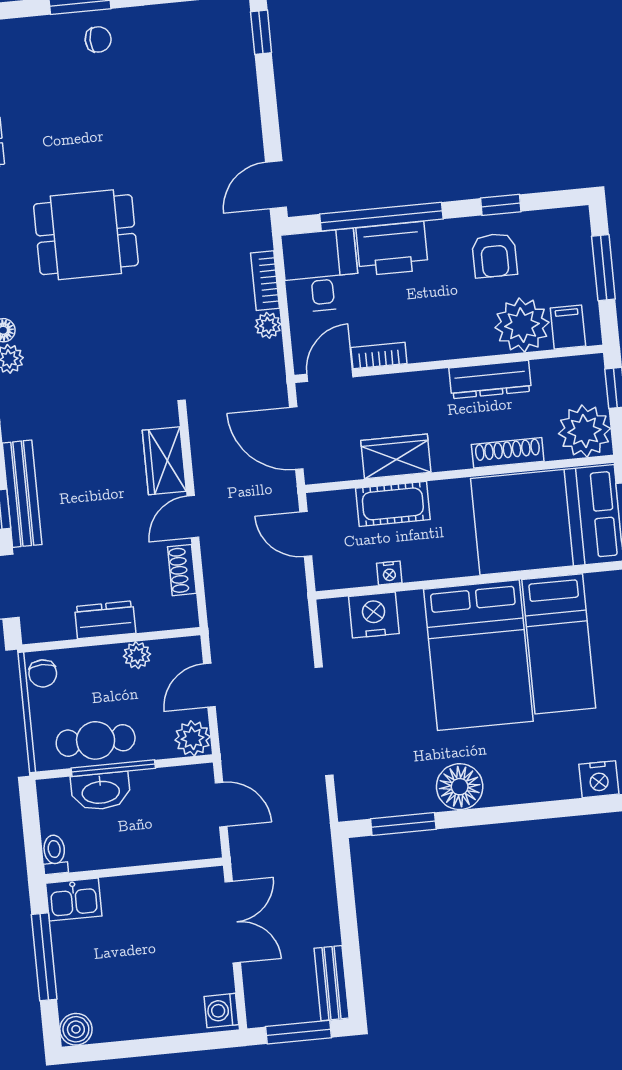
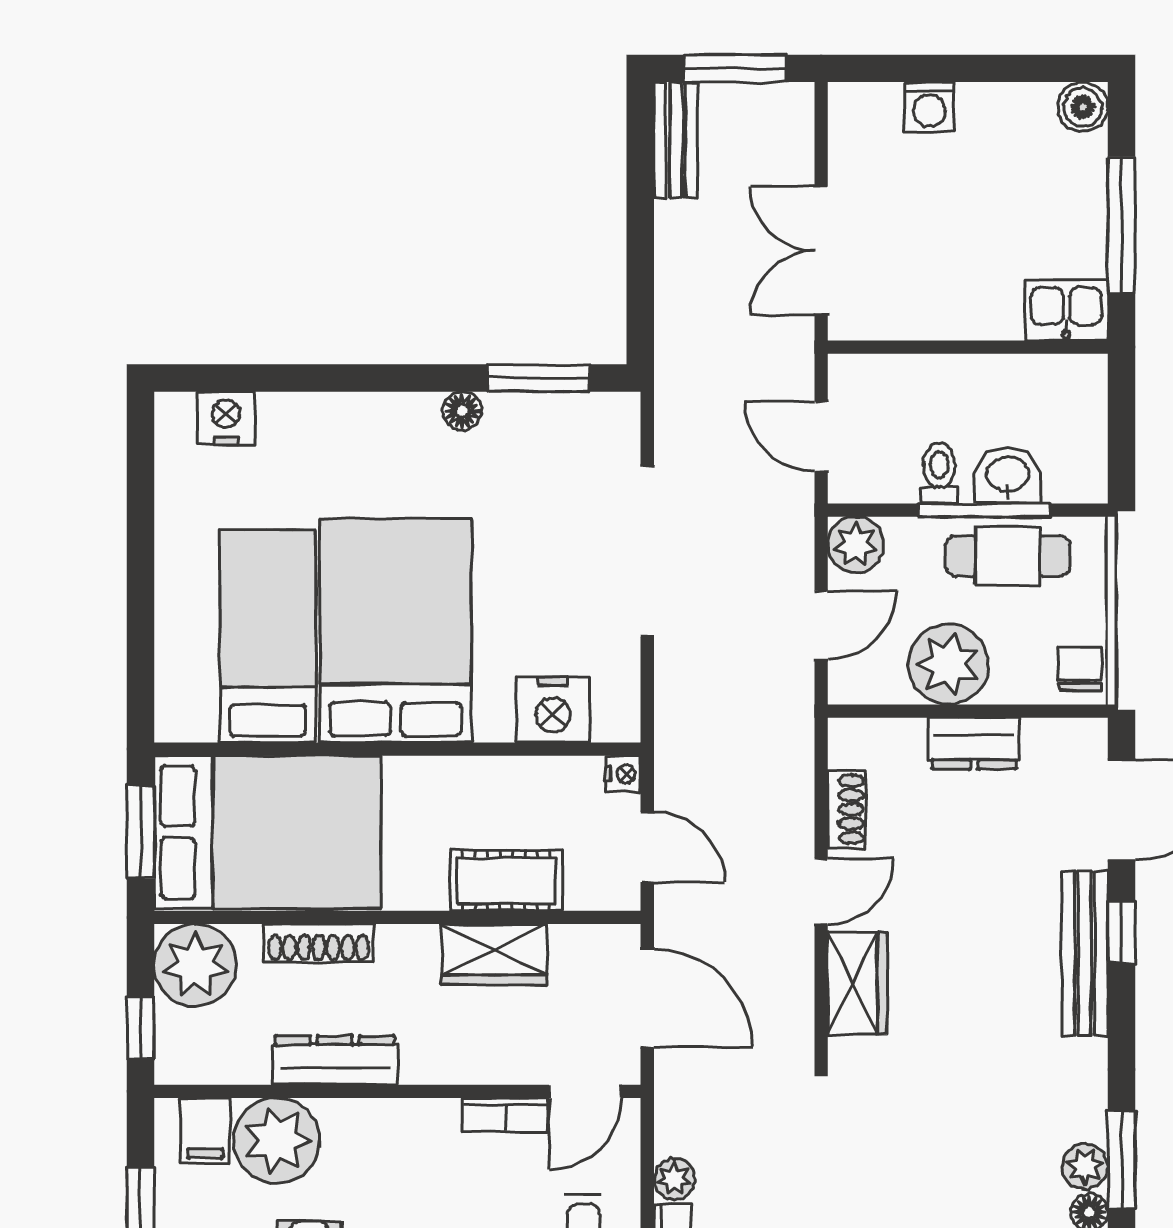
nightstand: (389, 573) -> (623, 774), moved, turned 90
plant: (137, 655) -> (949, 664), width x1.88, depth x1.88
floor lamp: (460, 787) -> (462, 411), width x0.53, depth x0.53
washbasin: (101, 791) -> (1008, 476), width x0.72
toilet: (55, 854) -> (939, 473), moved, turned 180
washing machine: (221, 1011) -> (929, 107), moved, turned 90

